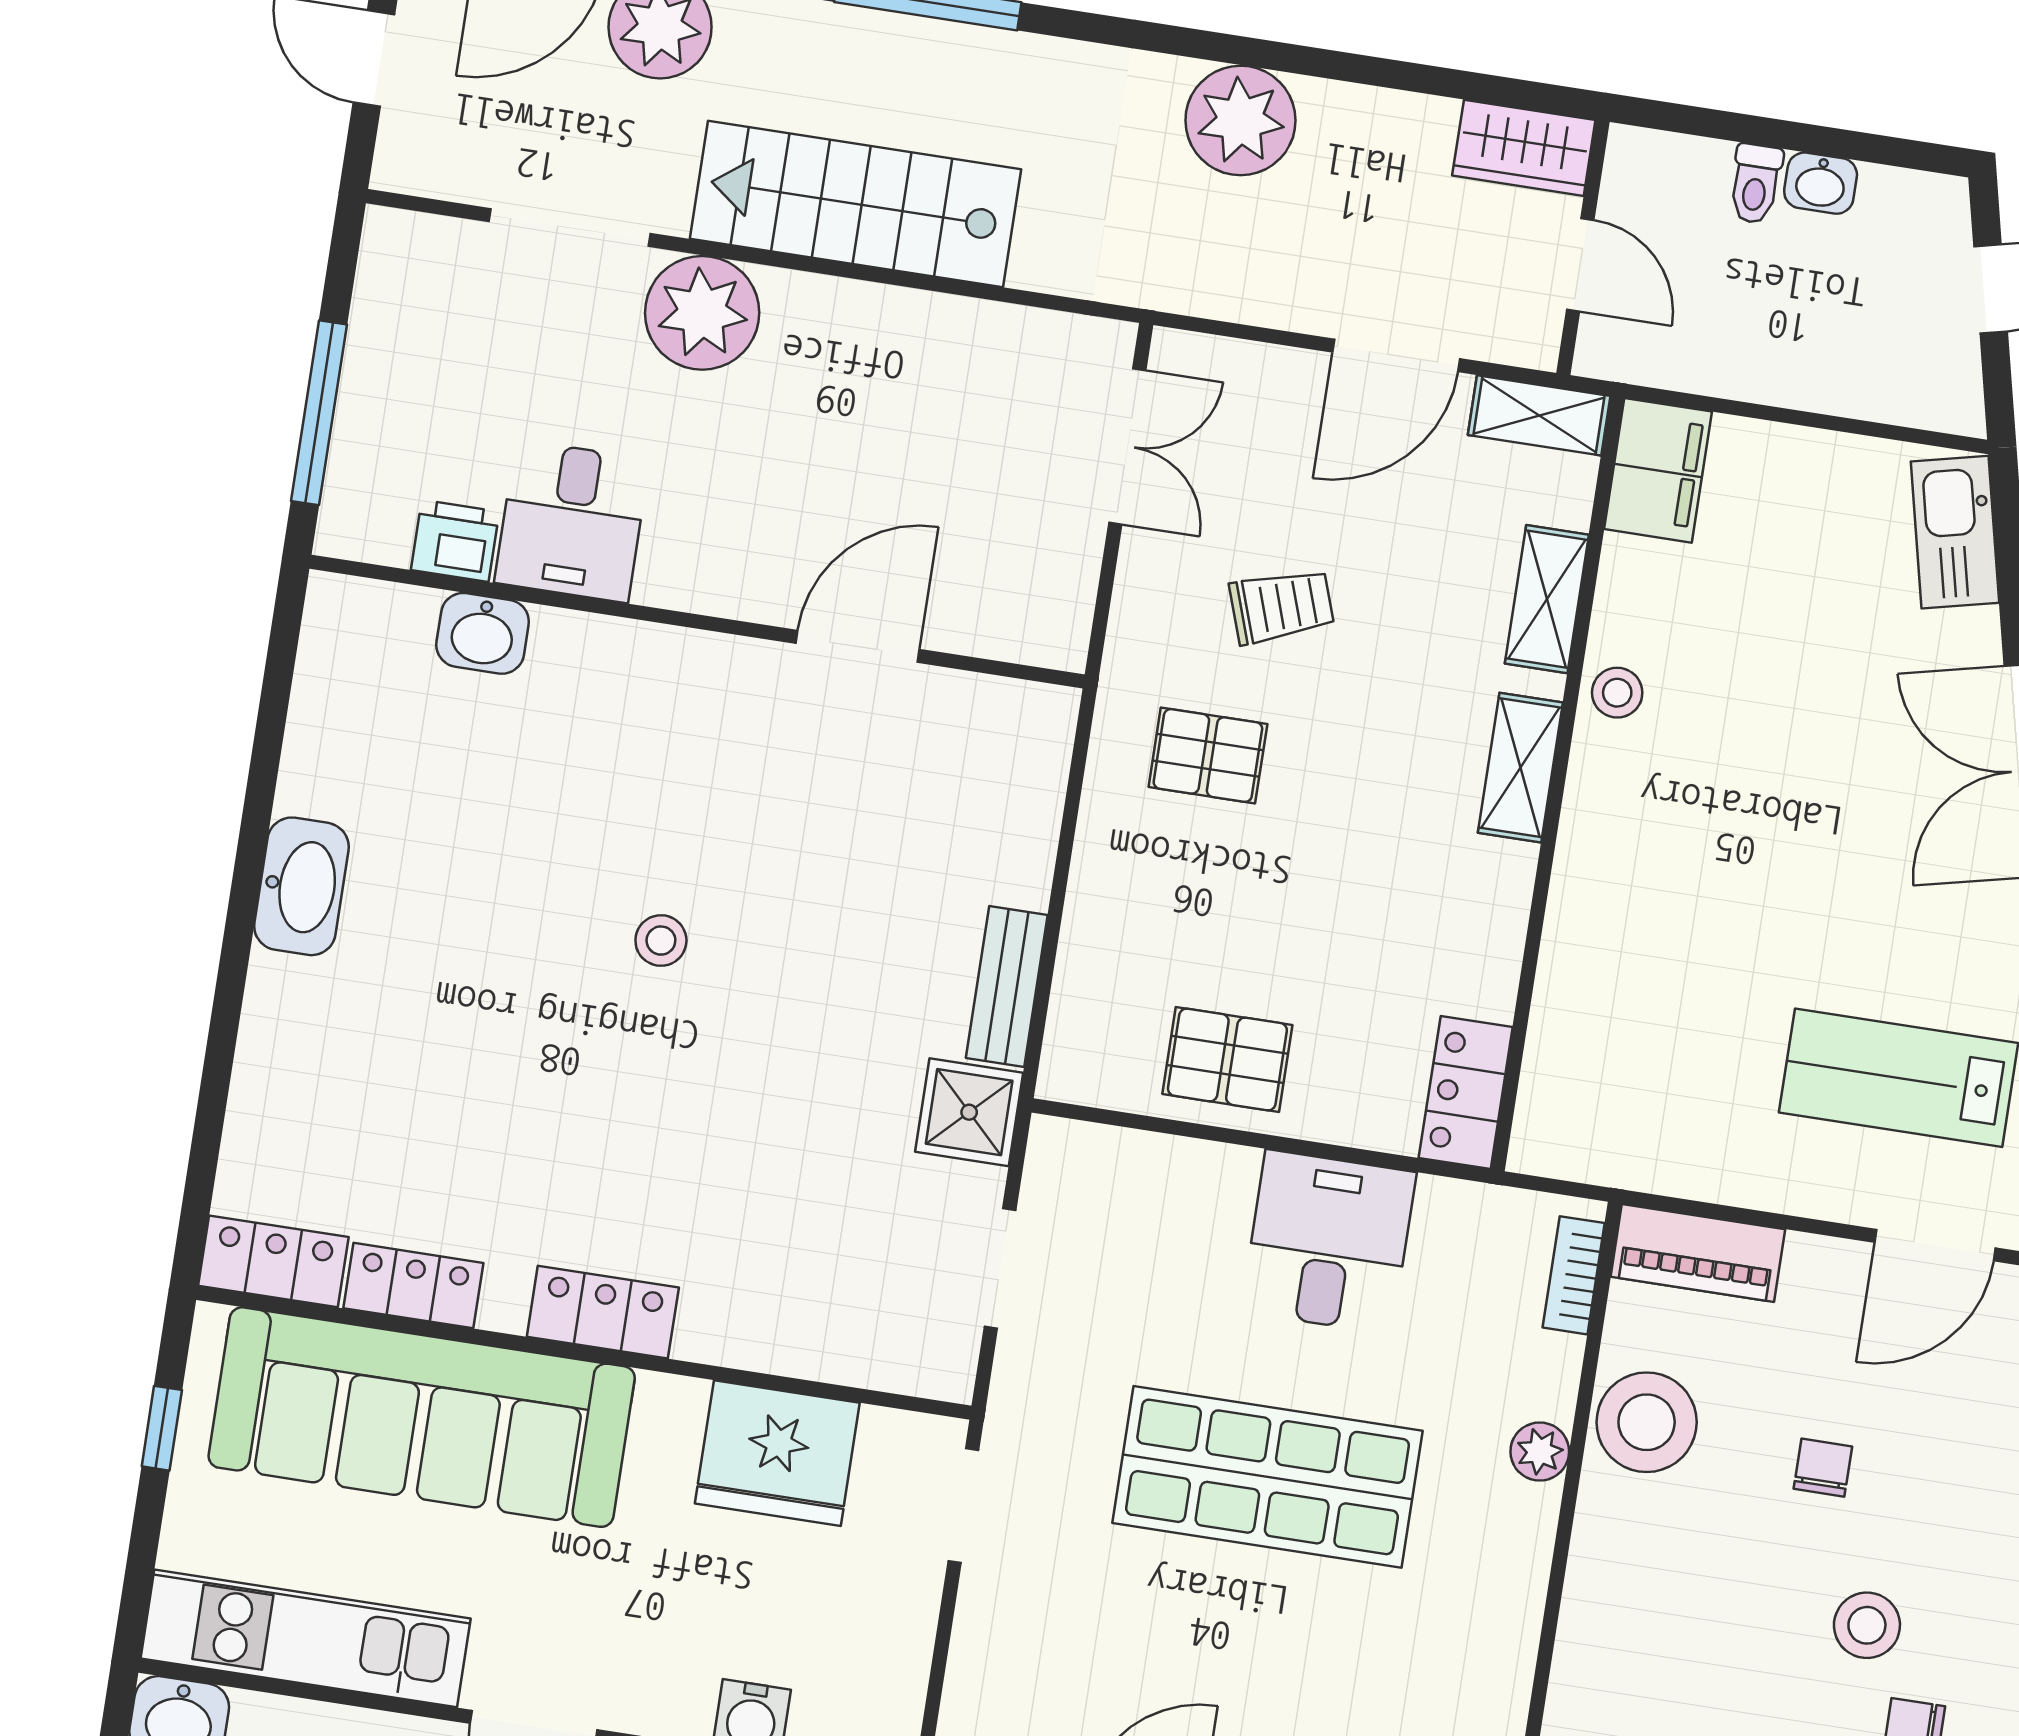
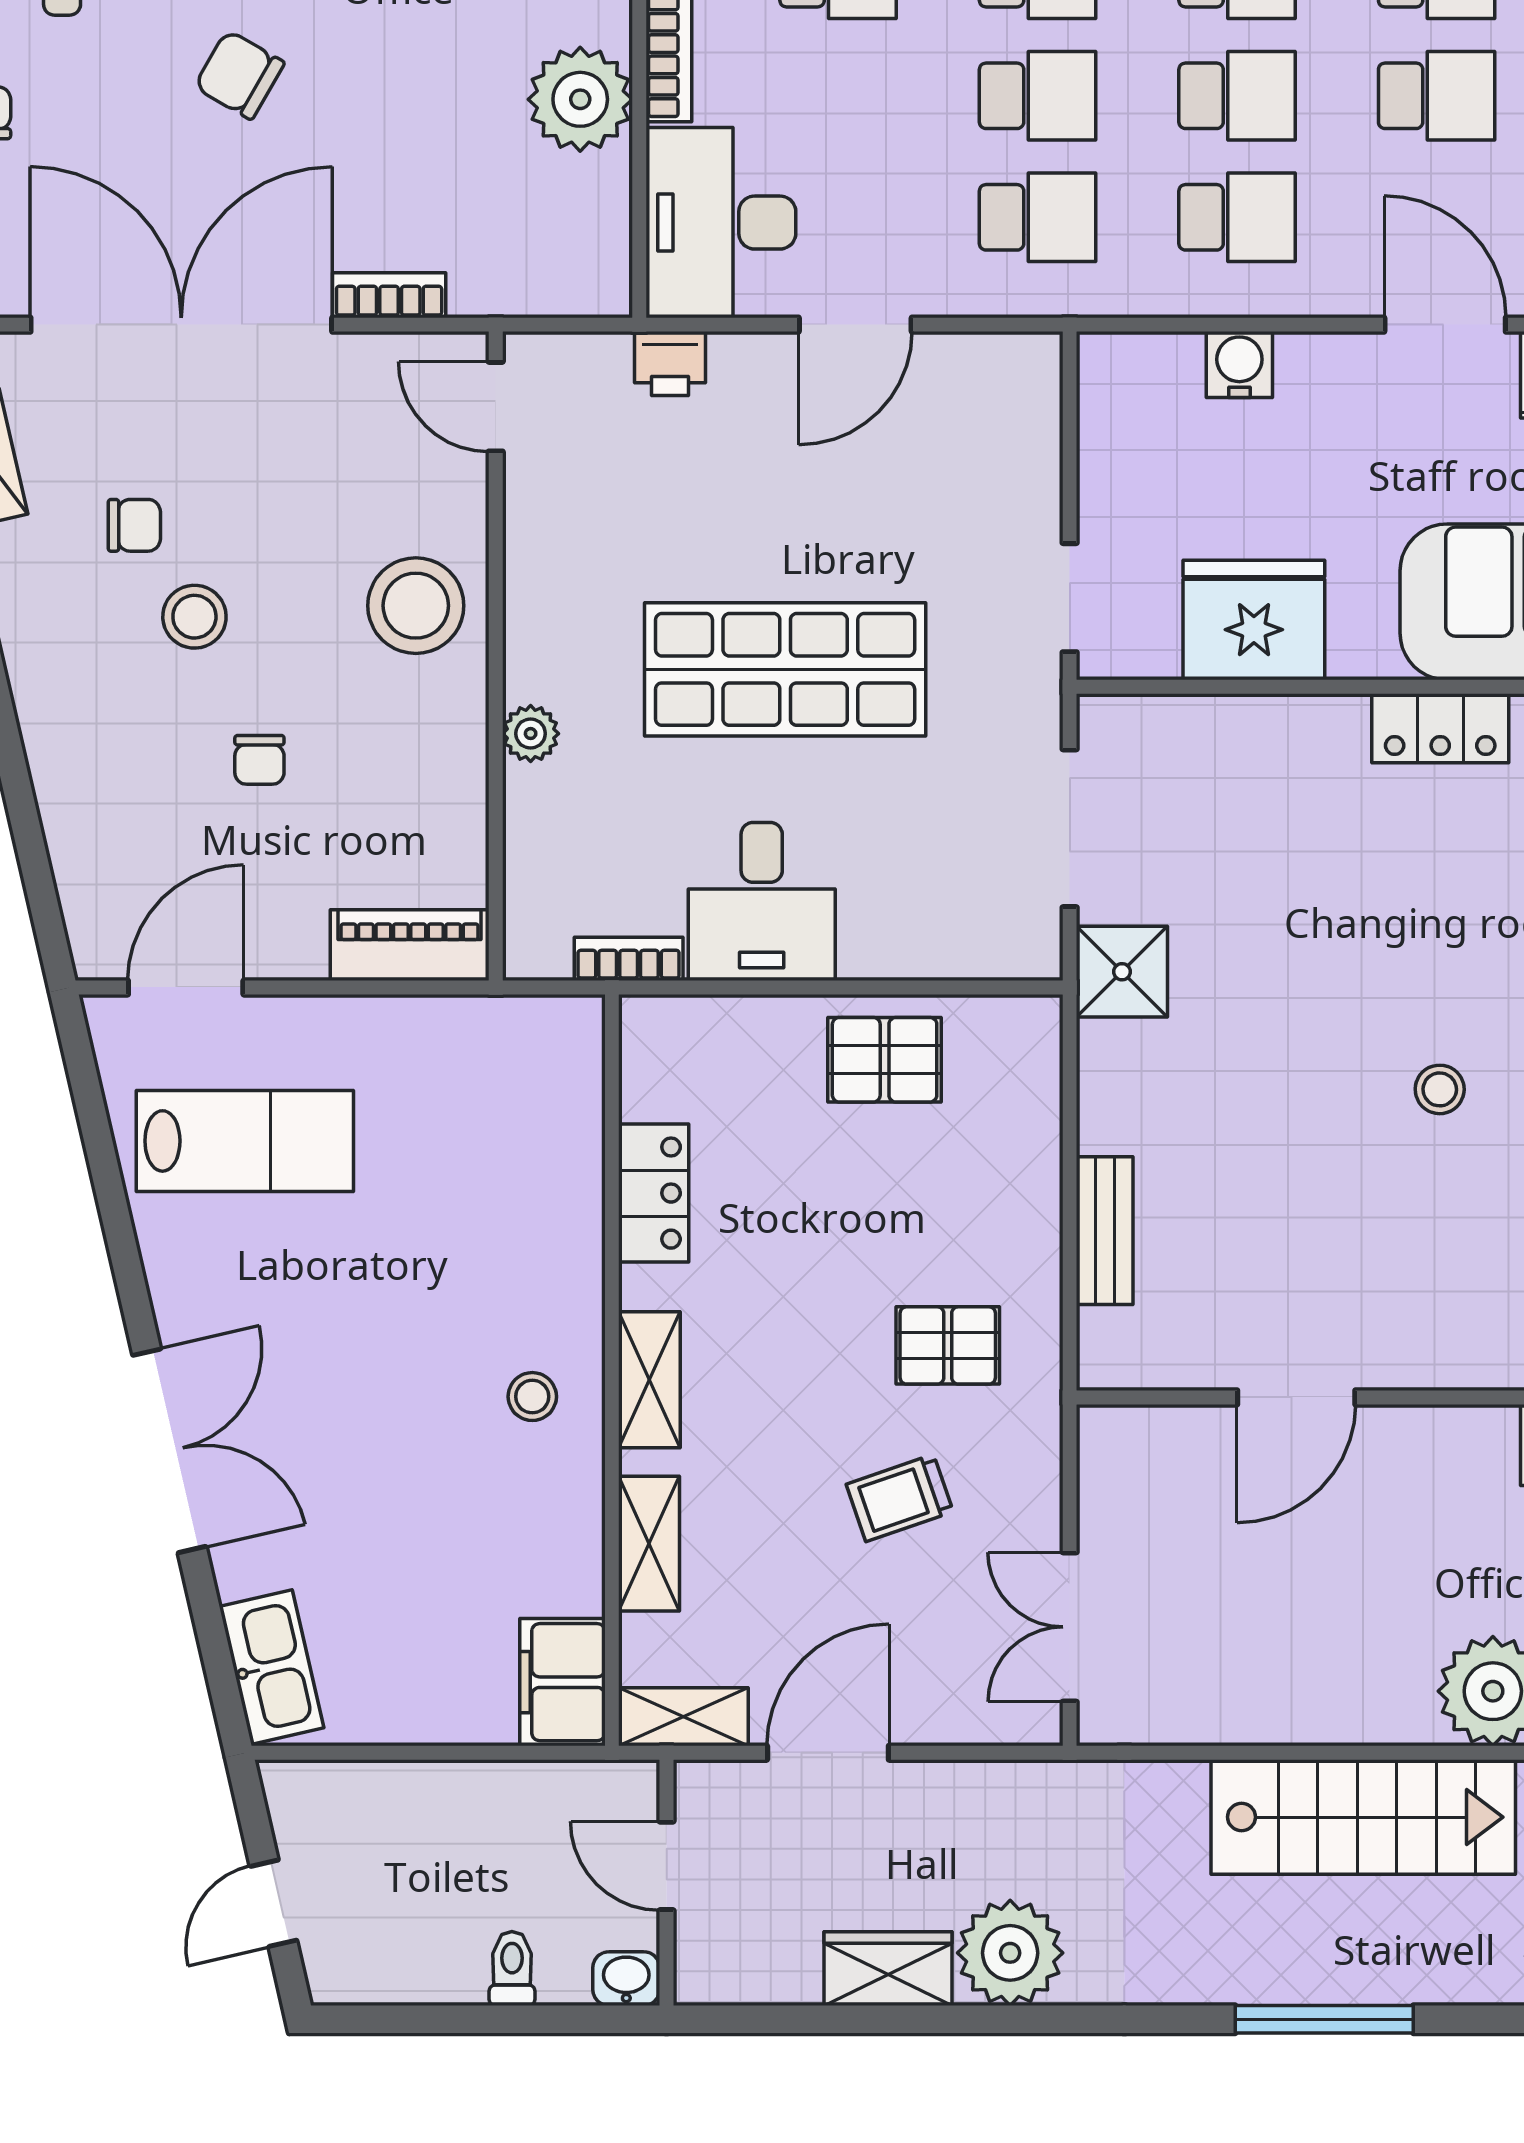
wardrobe: (1524, 148) -> (888, 1969), moved
washbasin: (1821, 183) -> (626, 1979), moved
stool: (1617, 693) -> (532, 1397), moved
bench: (1007, 986) -> (1105, 1231), moved
locker: (1466, 1092) -> (654, 1193), moved
doorway: (1000, 1268) -> (1070, 828), width x1.38
bookcase: (1574, 1275) -> (629, 959), moved, turned -90
stool: (1647, 1422) -> (416, 606), moved

